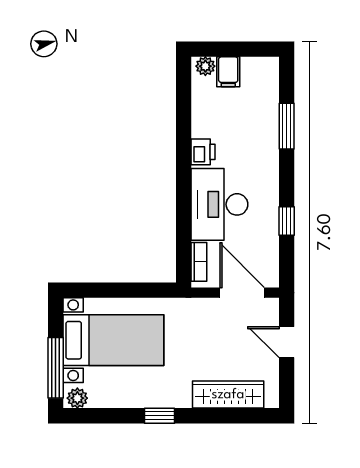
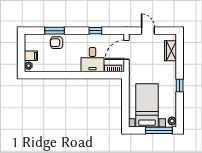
armchair: (259, 131) -> (57, 43), added
printer: (203, 152) -> (66, 67), removed
desk: (219, 204) -> (92, 60), width x0.73
door: (287, 342) -> (148, 31), swing flipped
wardrobe: (228, 395) -> (170, 51), width x0.67

